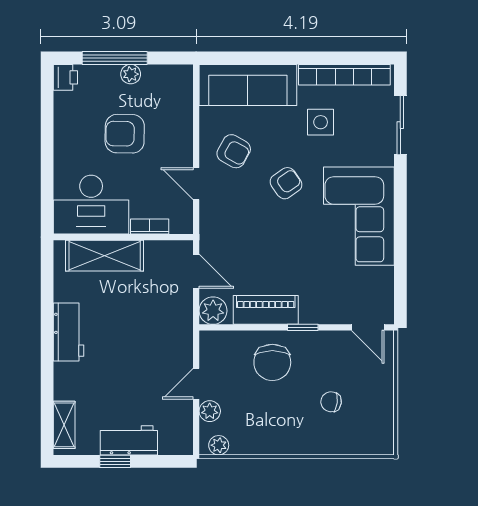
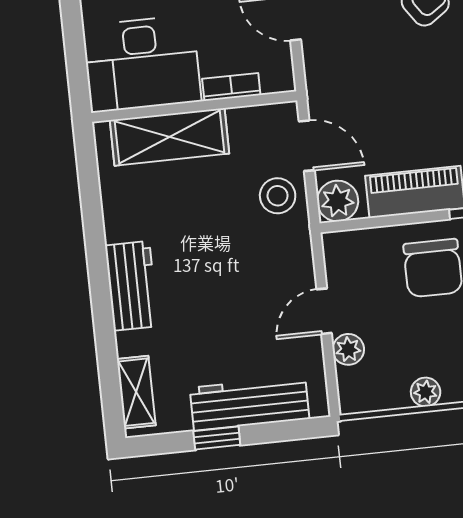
stool: (173, 303) -> (278, 196), added
workbench: (69, 332) -> (132, 286), moved
workbench: (129, 440) -> (250, 403), width x1.38
plant: (219, 445) -> (426, 392), moved

